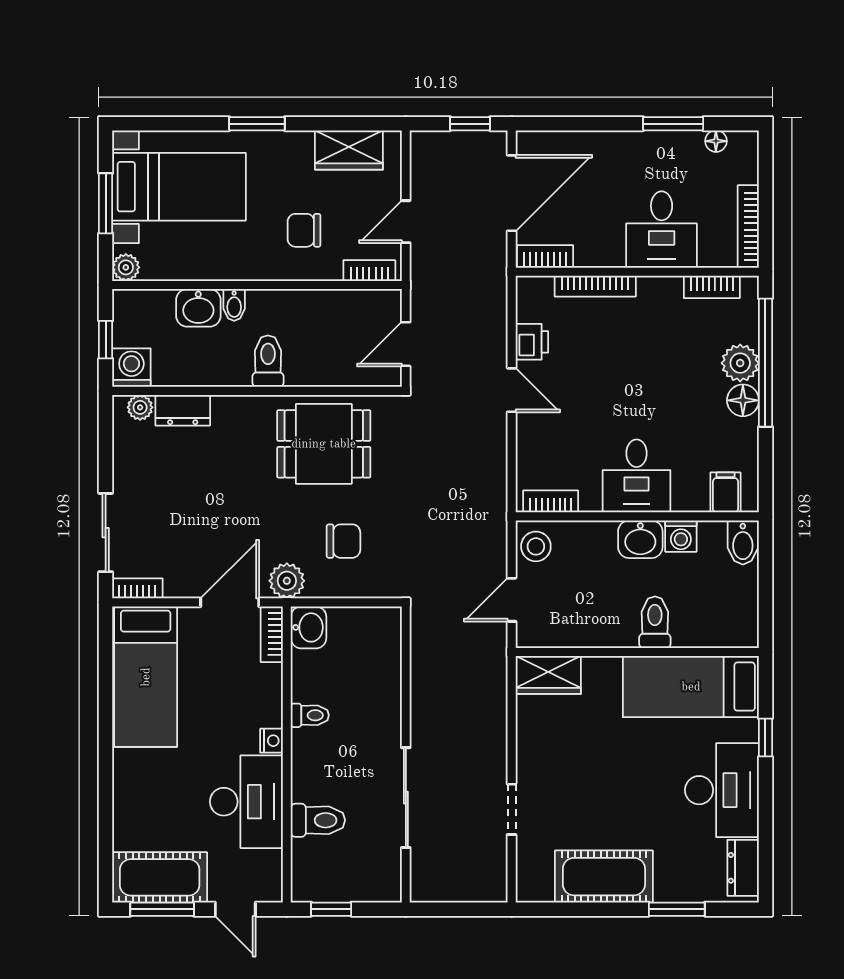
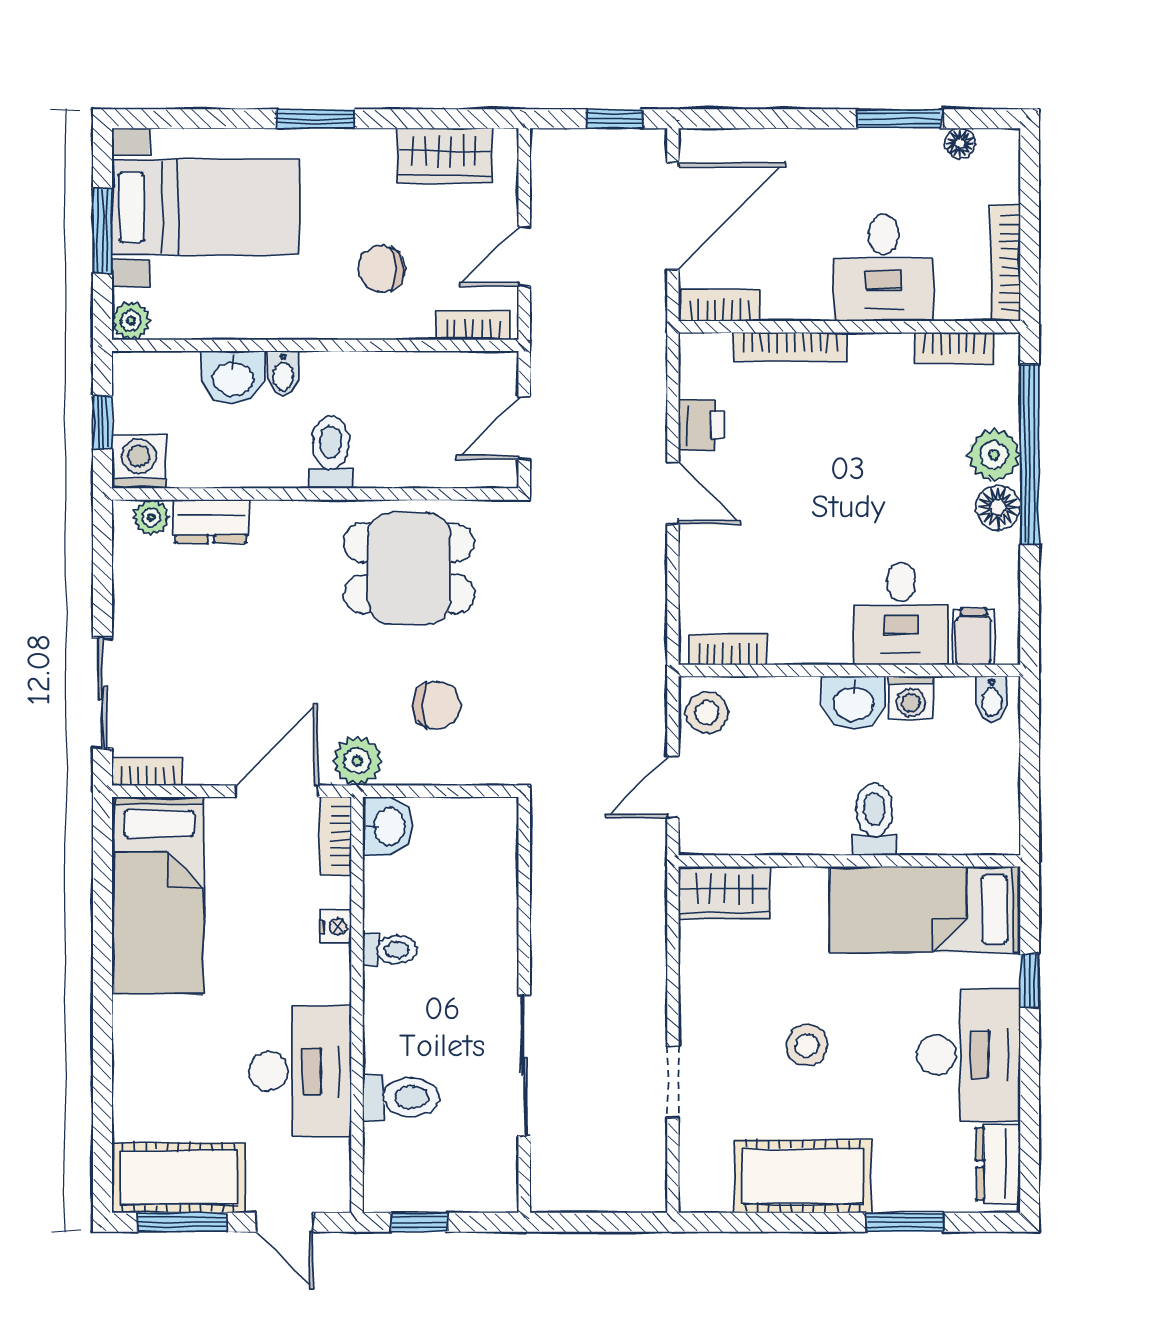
desk: (637, 476) -> (901, 614), moved
bidet: (743, 542) -> (992, 699), width x0.72, depth x0.74
nightstand: (271, 741) -> (336, 927), moved
stool: (607, 783) -> (807, 1045), added

